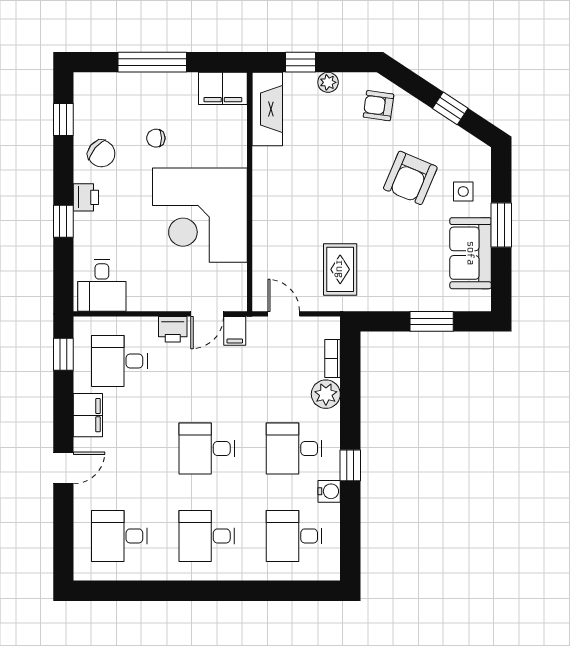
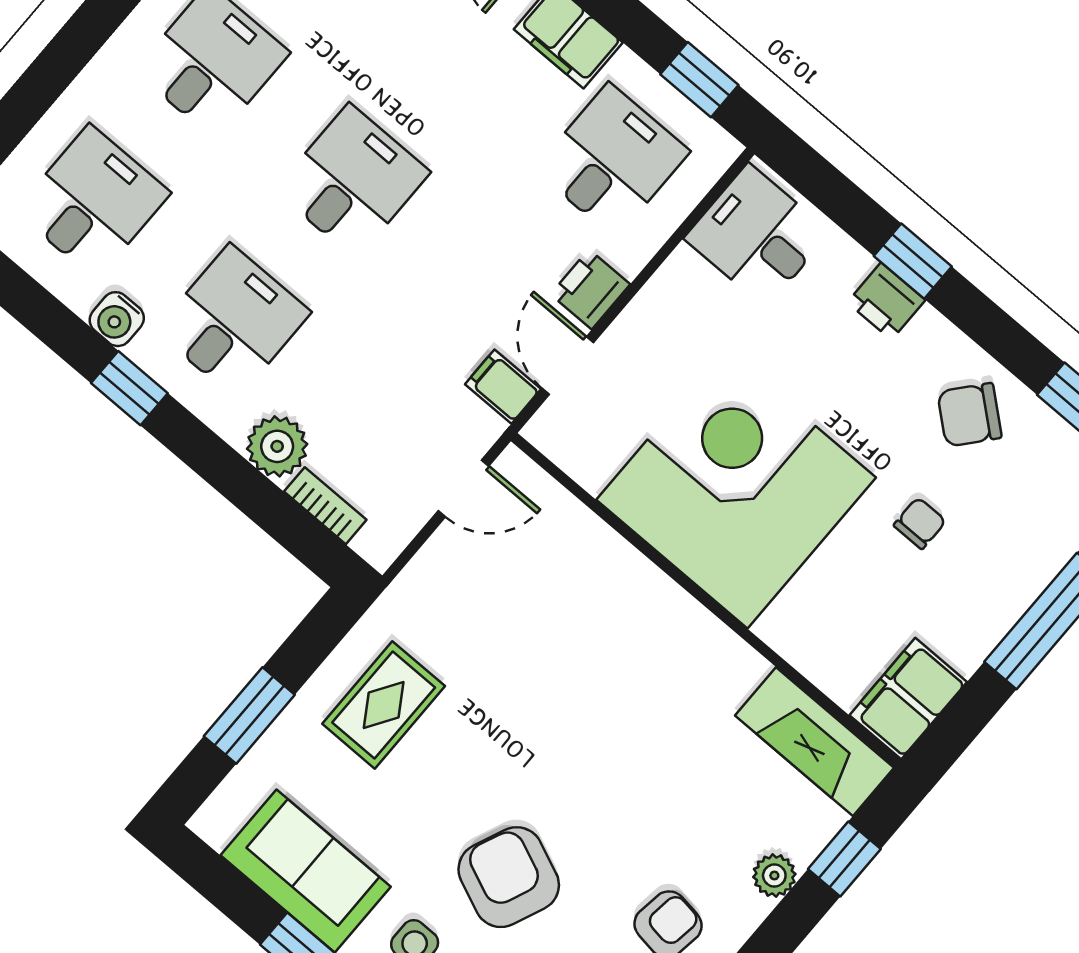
printer: (86, 197) -> (886, 301), moved
rug: (340, 269) -> (384, 705), moved, turned 90

